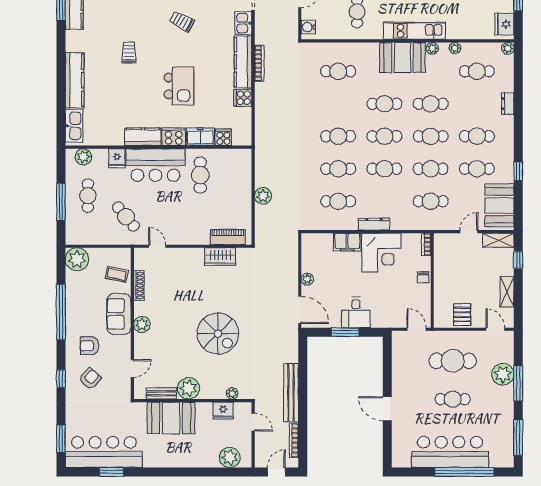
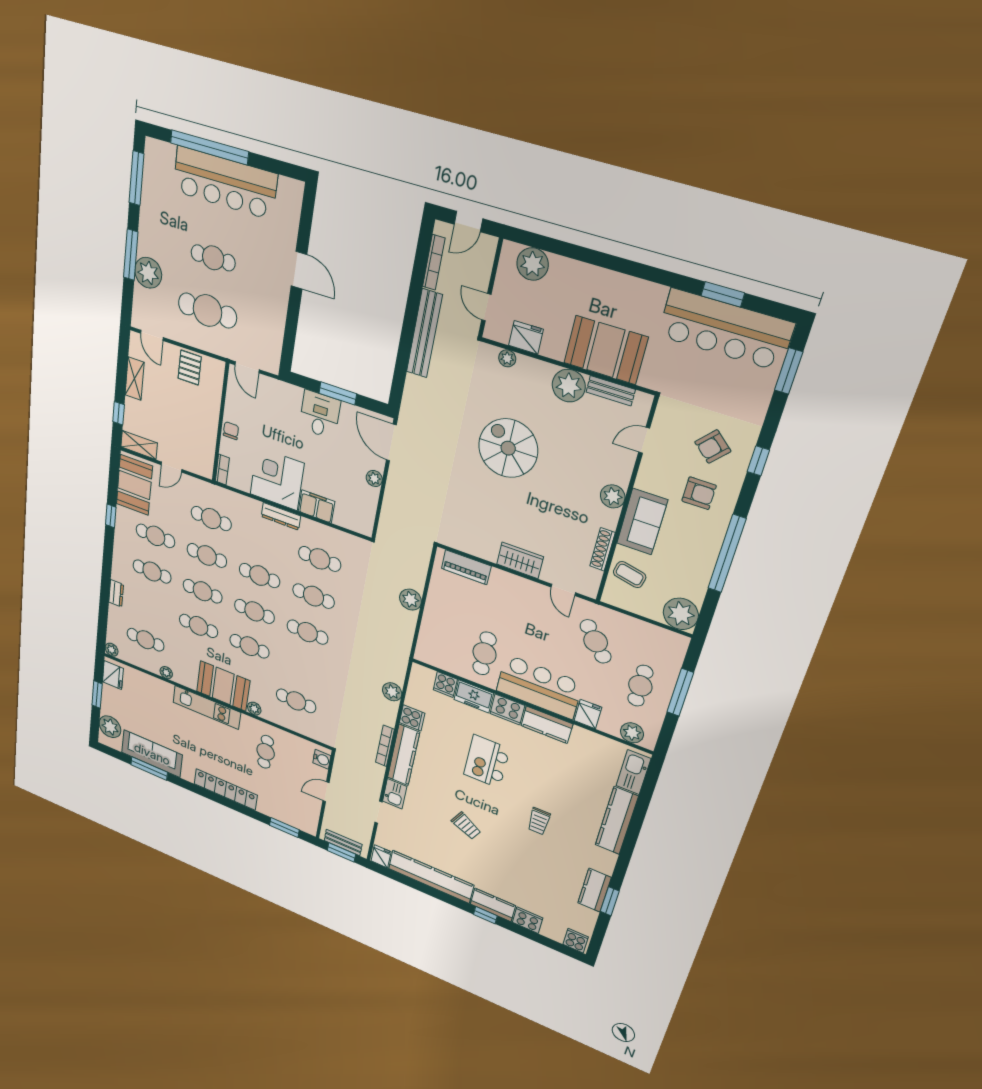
plant: (432, 48) -> (254, 709), moved
plant: (262, 113) -> (392, 692), added
wardrobe: (220, 257) -> (520, 560), moved

